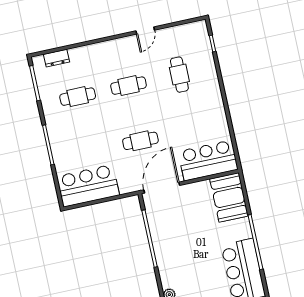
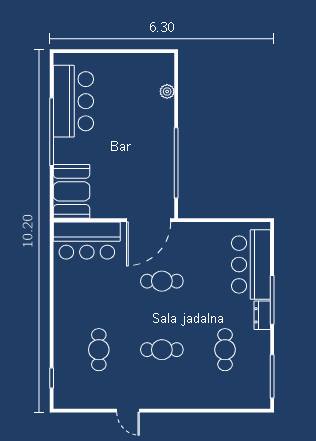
door: (145, 31) -> (128, 411), swing flipped
dresser: (56, 58) -> (262, 315), moved, turned -90
cafe table: (78, 97) -> (225, 350), turned 90
bar counter: (88, 186) -> (251, 265), moved, turned 90

